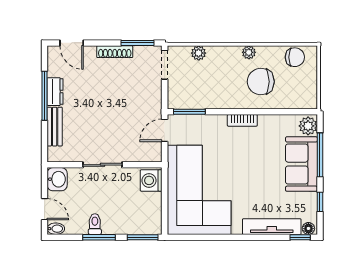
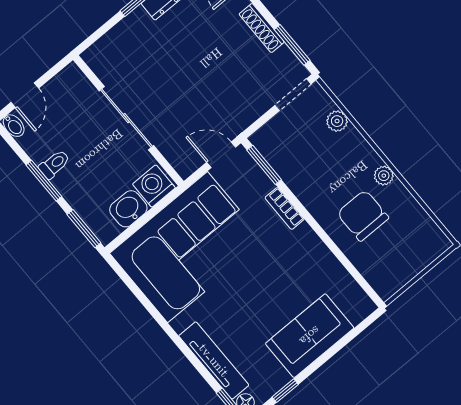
chair: (295, 57) -> (421, 230), removed
bookcase: (242, 120) -> (285, 208), moved
plant: (308, 126) -> (357, 308), removed
bench: (55, 127) -> (124, 31), removed
window: (320, 155) -> (337, 348), removed
sliding door: (102, 165) -> (126, 118), width x1.37
washbasin: (57, 179) -> (128, 209), moved, turned 180

